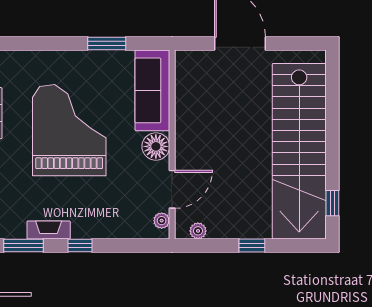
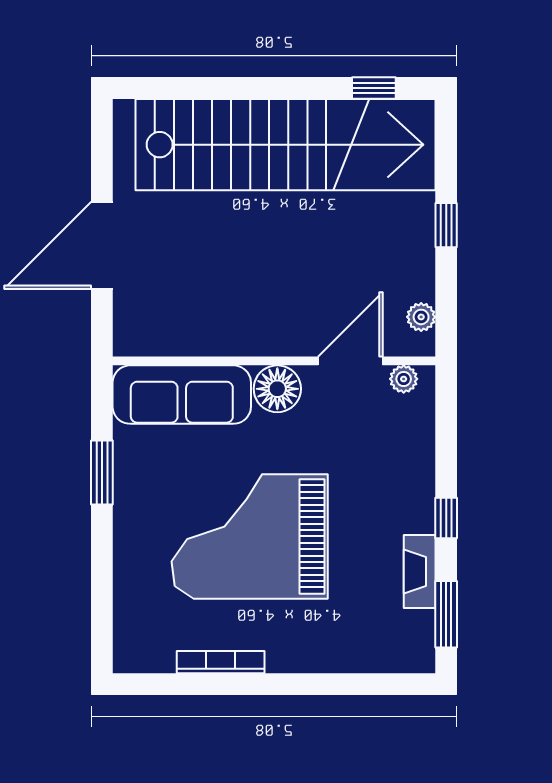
door: (172, 189) -> (350, 361), hinge flipped

